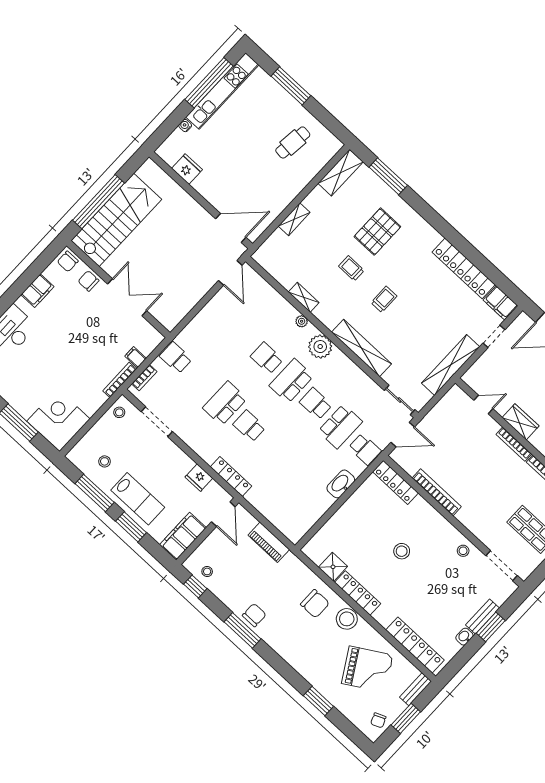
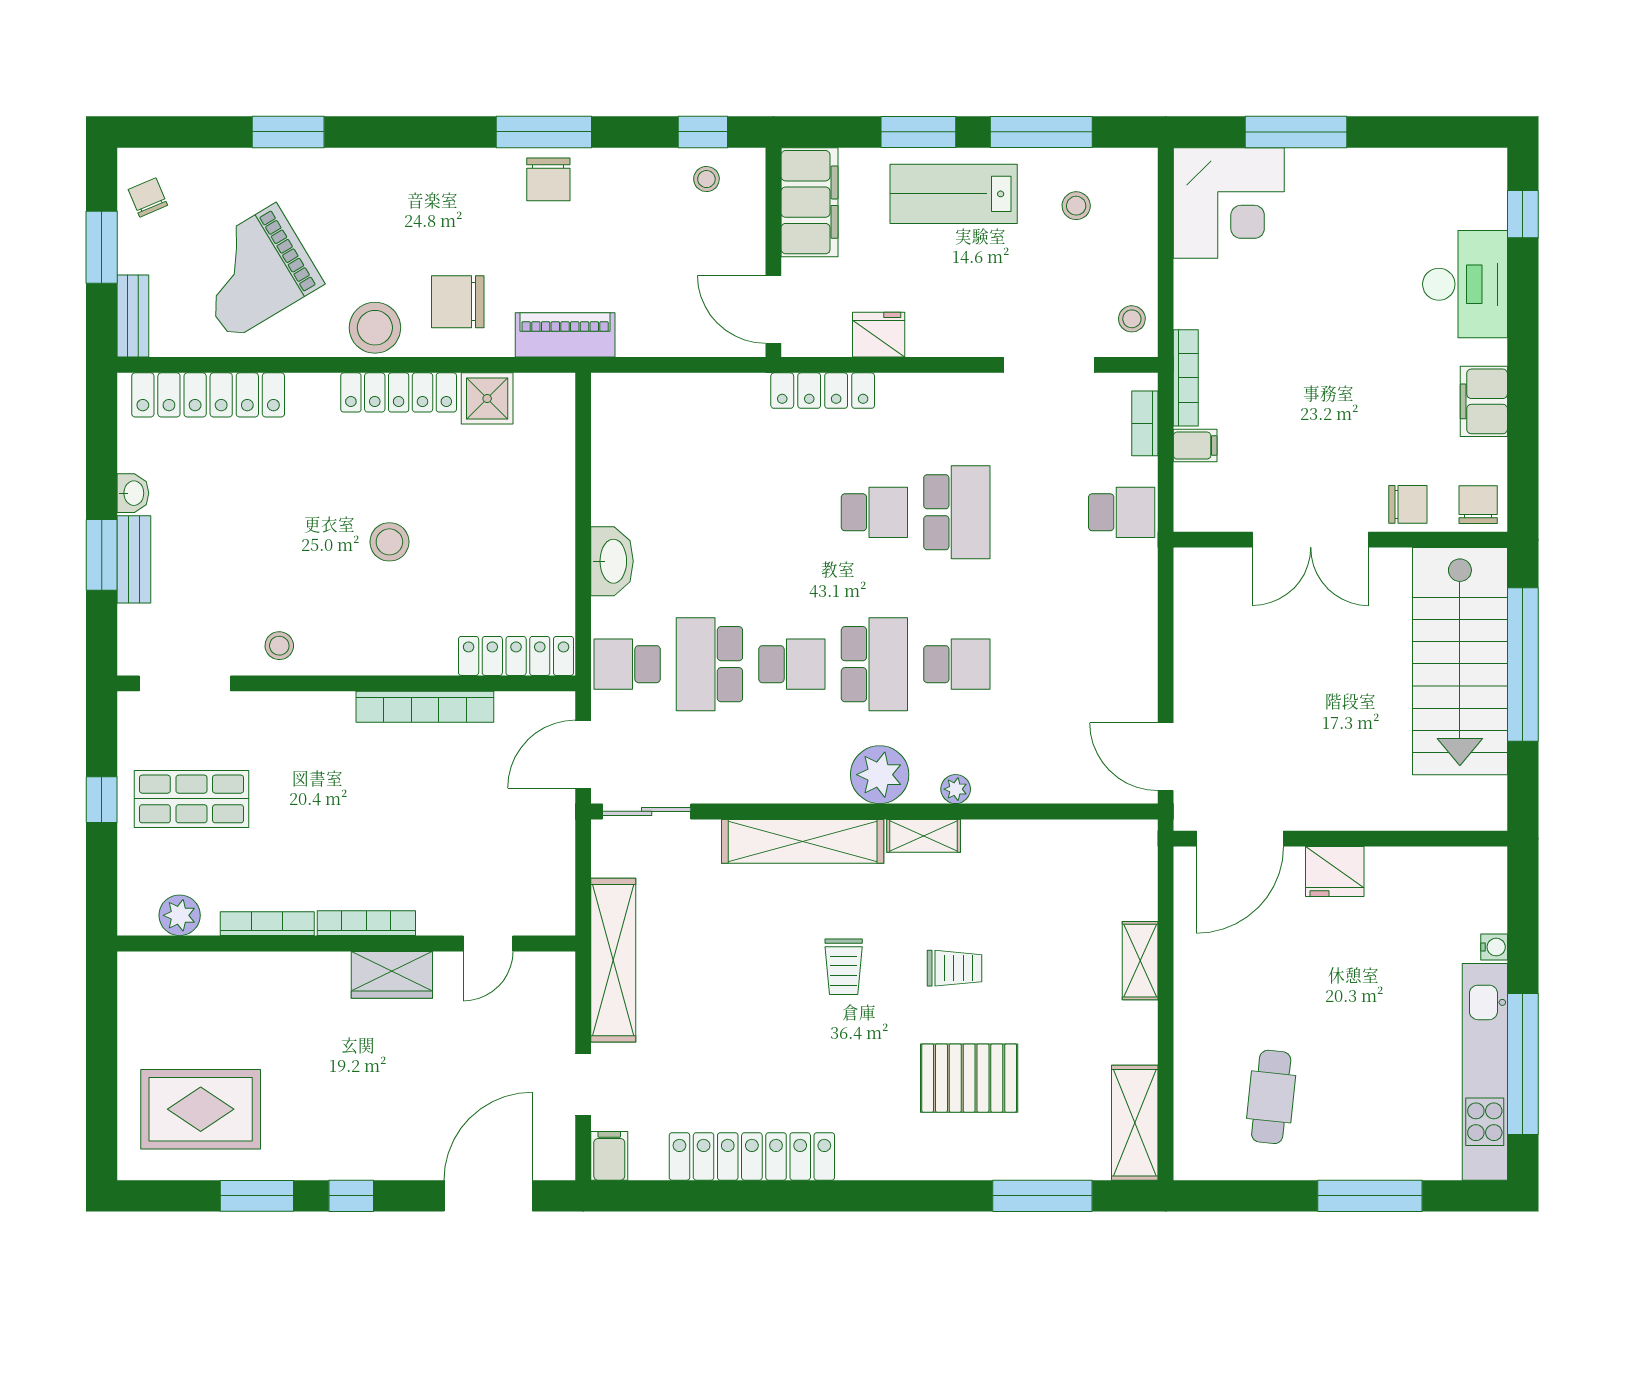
fridge: (187, 169) -> (1335, 872), moved
pallet: (377, 232) -> (969, 1078), turned 90
shelving: (304, 297) -> (924, 836), moved
filing cabinet: (500, 303) -> (609, 1156), width x0.50
piano: (269, 542) -> (565, 335), moved

